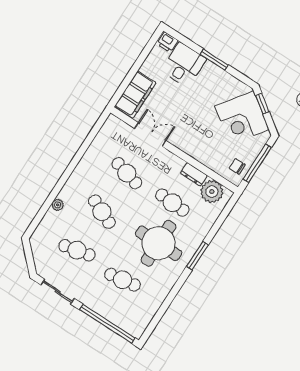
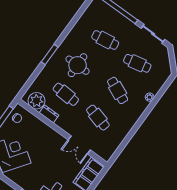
round table: (158, 243) -> (78, 65), width x0.73, depth x0.73

